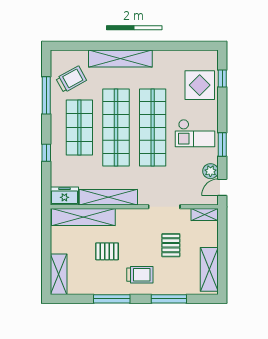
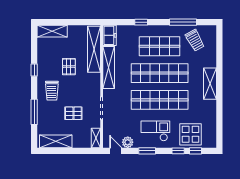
shelving: (120, 59) -> (210, 84), width x0.68
window: (222, 102) -> (178, 151), added
checkout: (195, 133) -> (155, 131), turned 90
window: (112, 299) -> (34, 70), width x0.46

